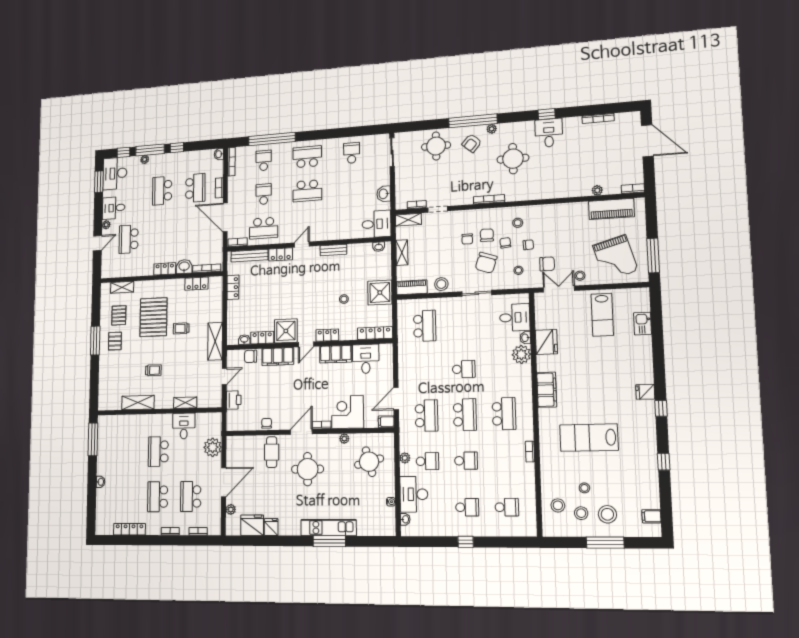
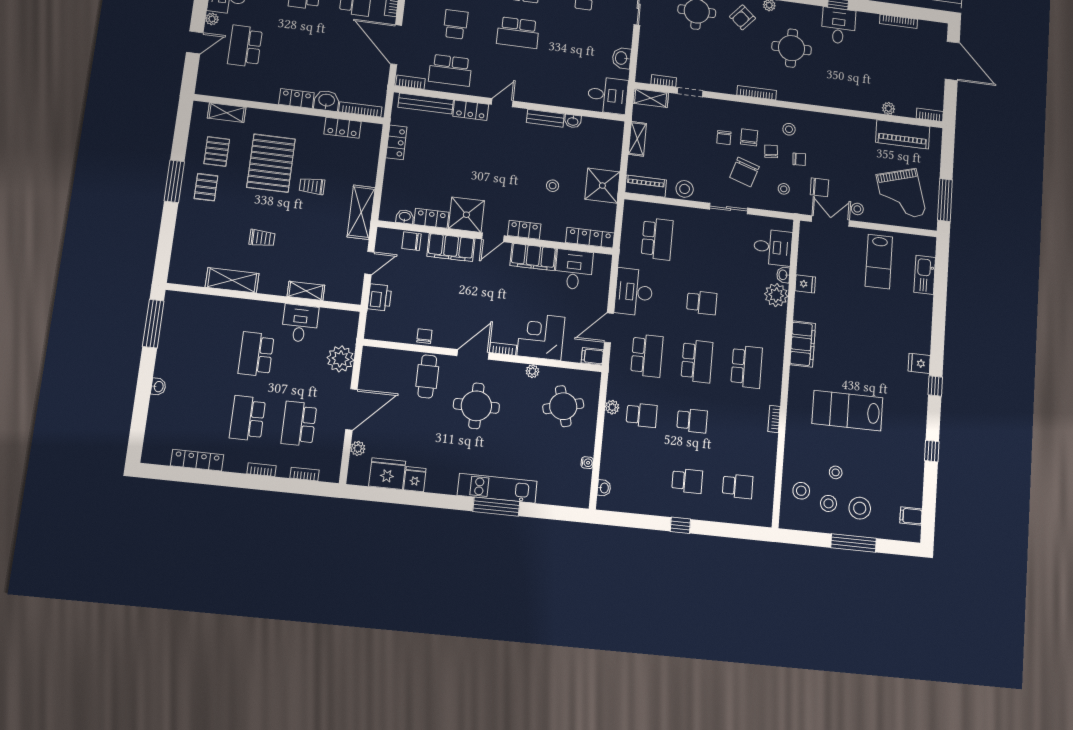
washbasin: (379, 247) -> (573, 121), moved
kitchen sink: (643, 324) -> (925, 275), width x1.38
fridge: (546, 342) -> (805, 284), width x0.53, depth x0.75
desk: (414, 494) -> (634, 292), moved

